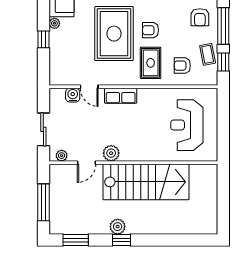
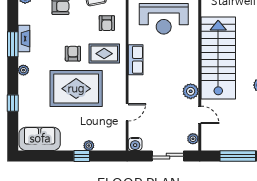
plant: (54, 23) -> (89, 146), moved
armchair: (151, 30) -> (73, 54), turned 180
water cooler: (73, 95) -> (135, 144), moved, turned -90
row of seats: (121, 96) -> (136, 60), moved

